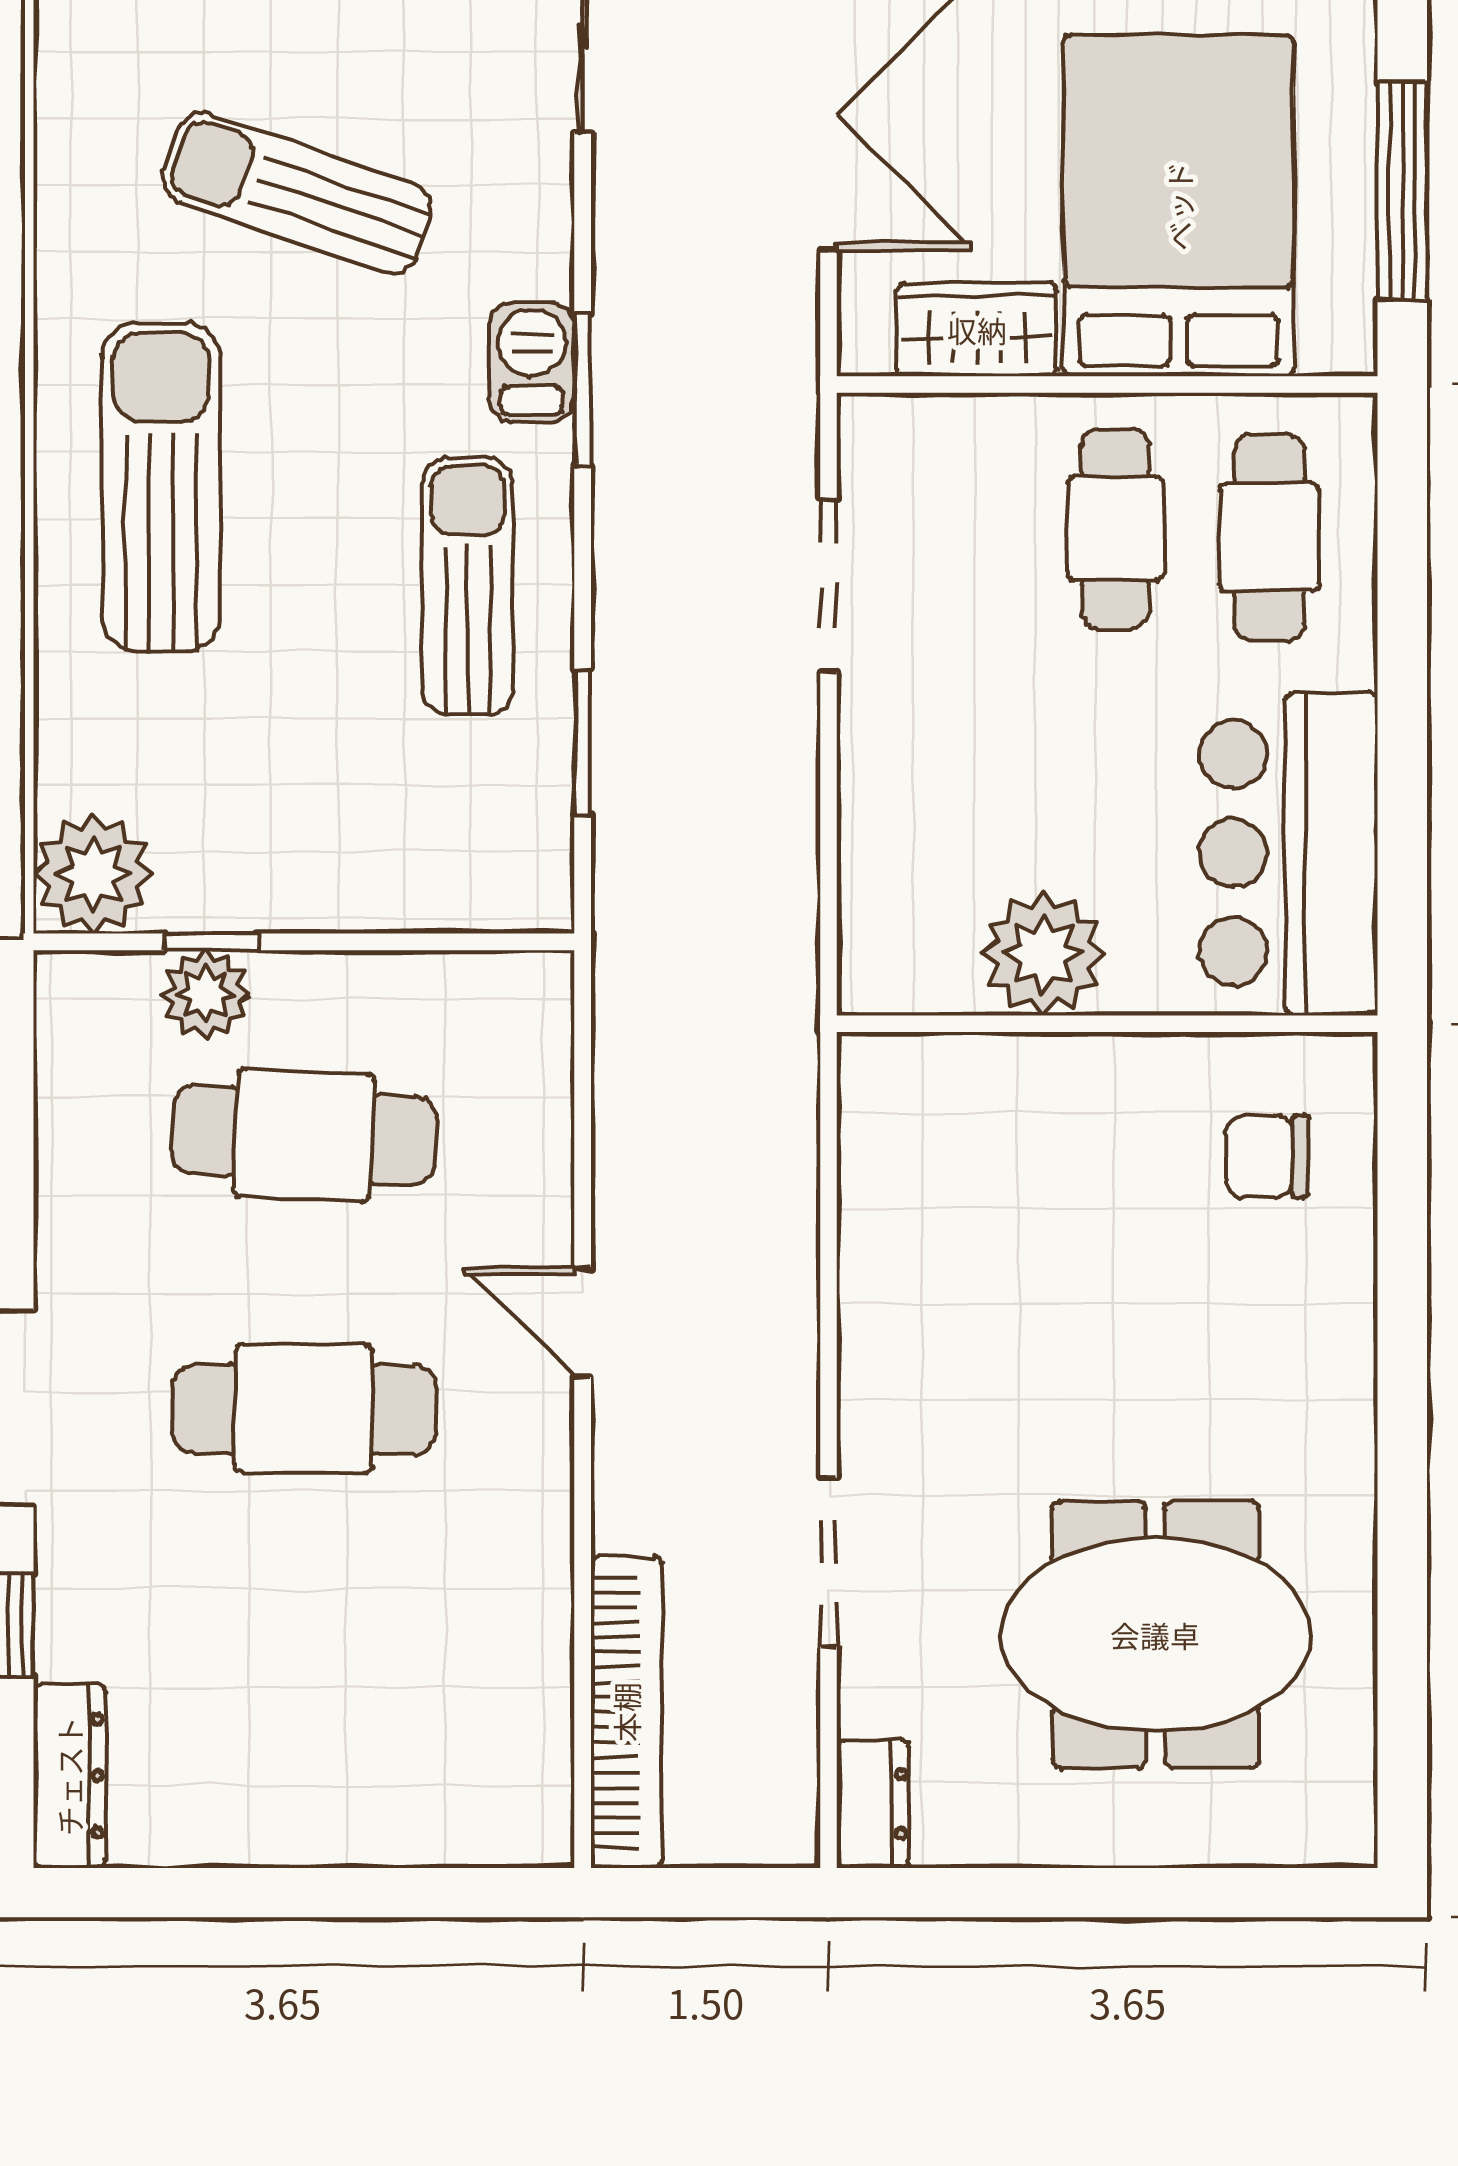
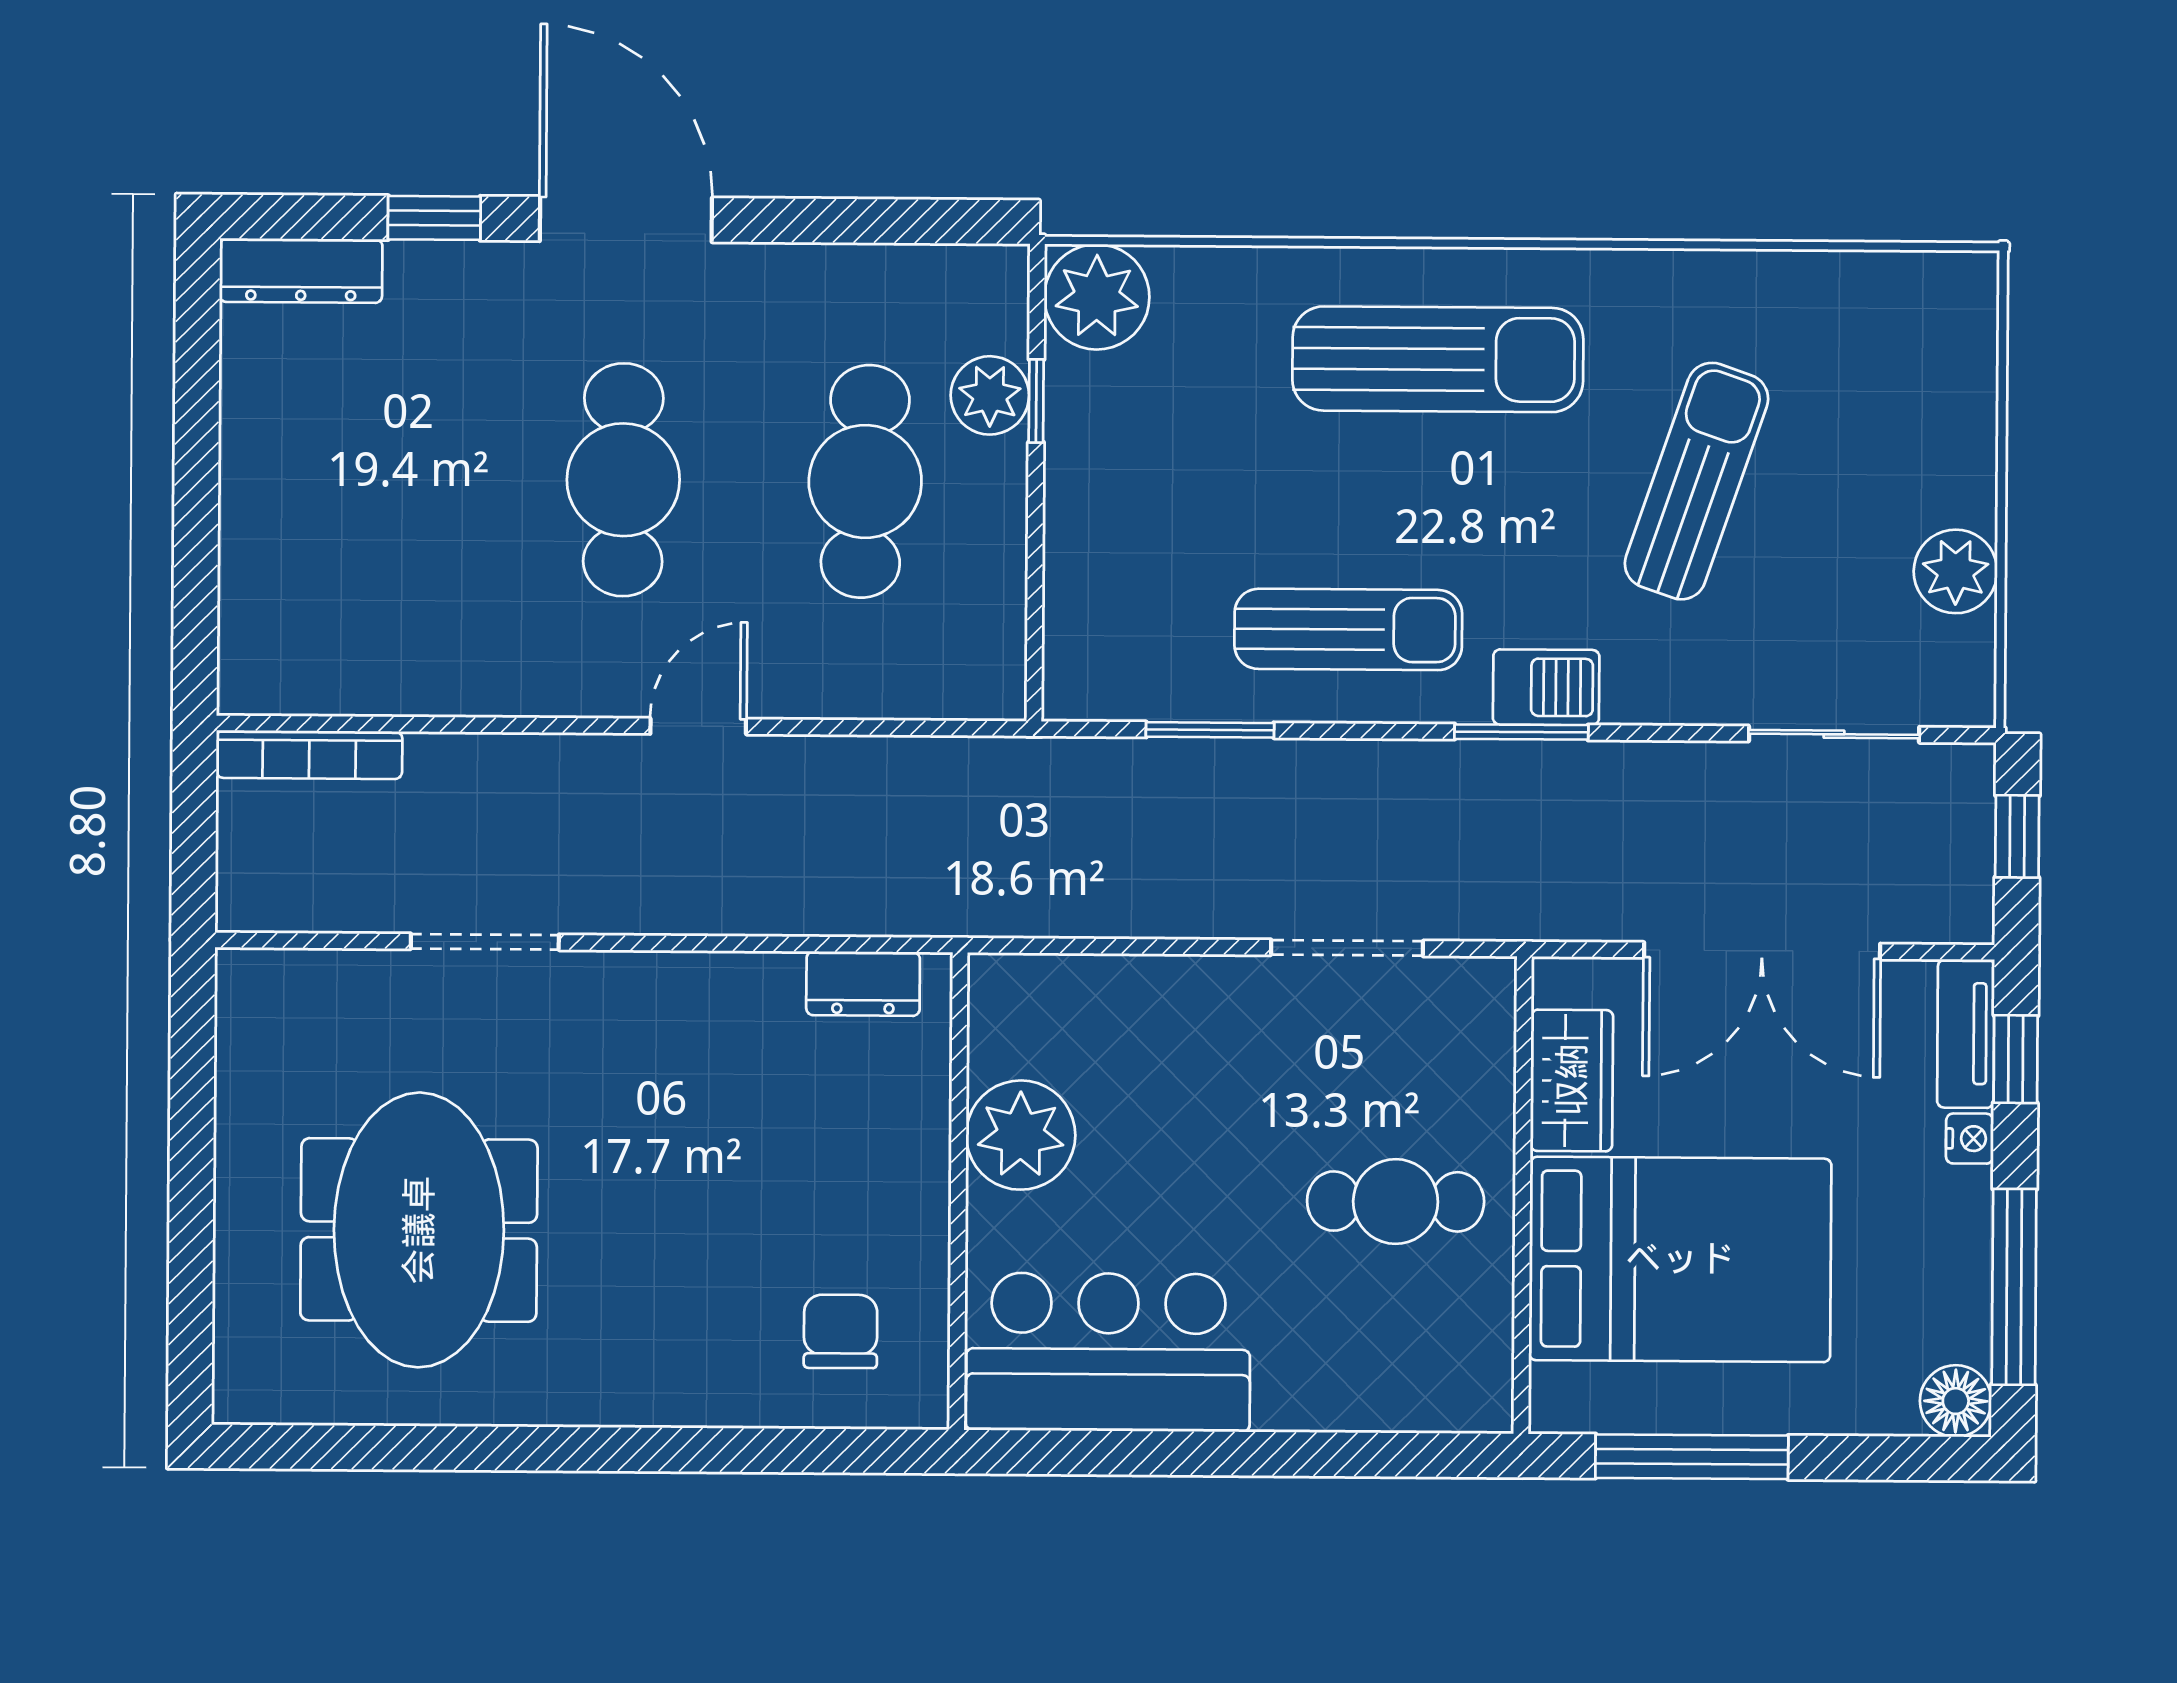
cafe table: (1269, 537) -> (1387, 1337), removed
bookcase: (626, 1712) -> (309, 755), width x0.68, depth x0.76
dresser: (873, 1804) -> (863, 984), moved

